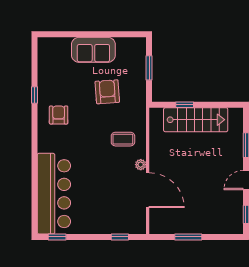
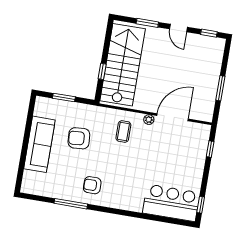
sofa: (93, 50) -> (39, 144), width x1.36
window: (34, 95) -> (71, 204), width x2.17
stairs: (196, 120) -> (123, 65), width x1.36, depth x1.51
bar counter: (54, 194) -> (171, 203), width x0.73

